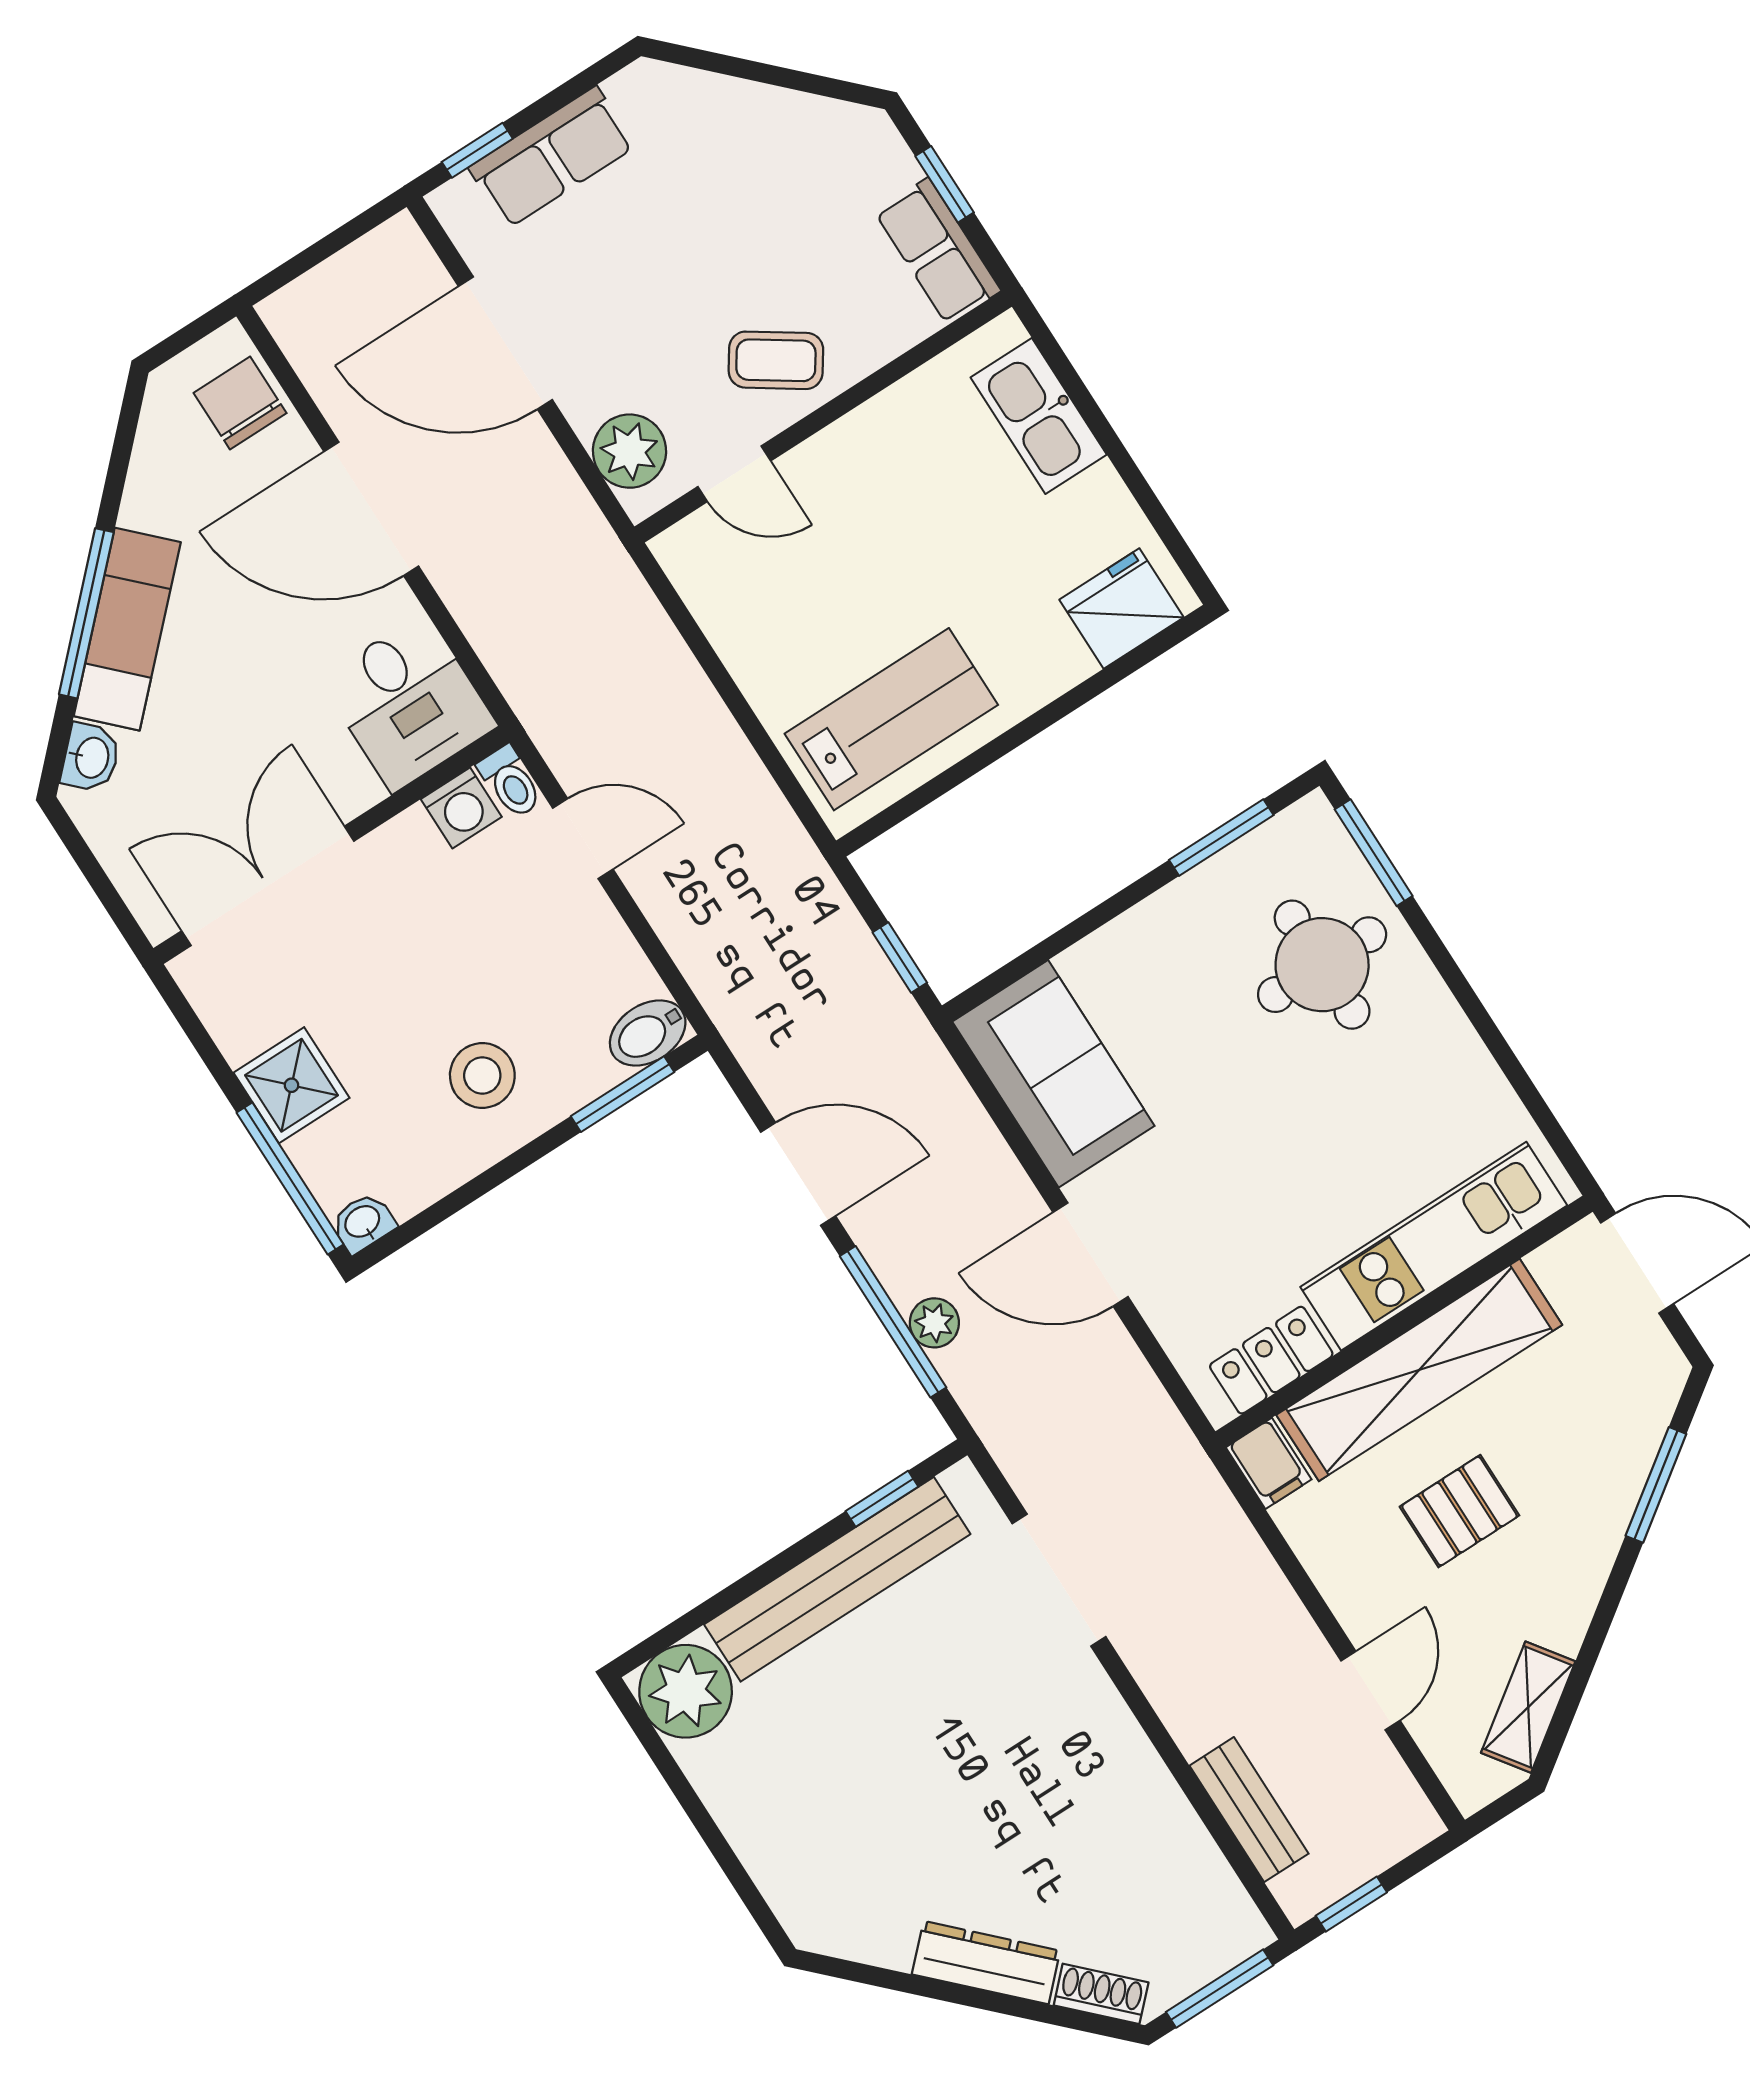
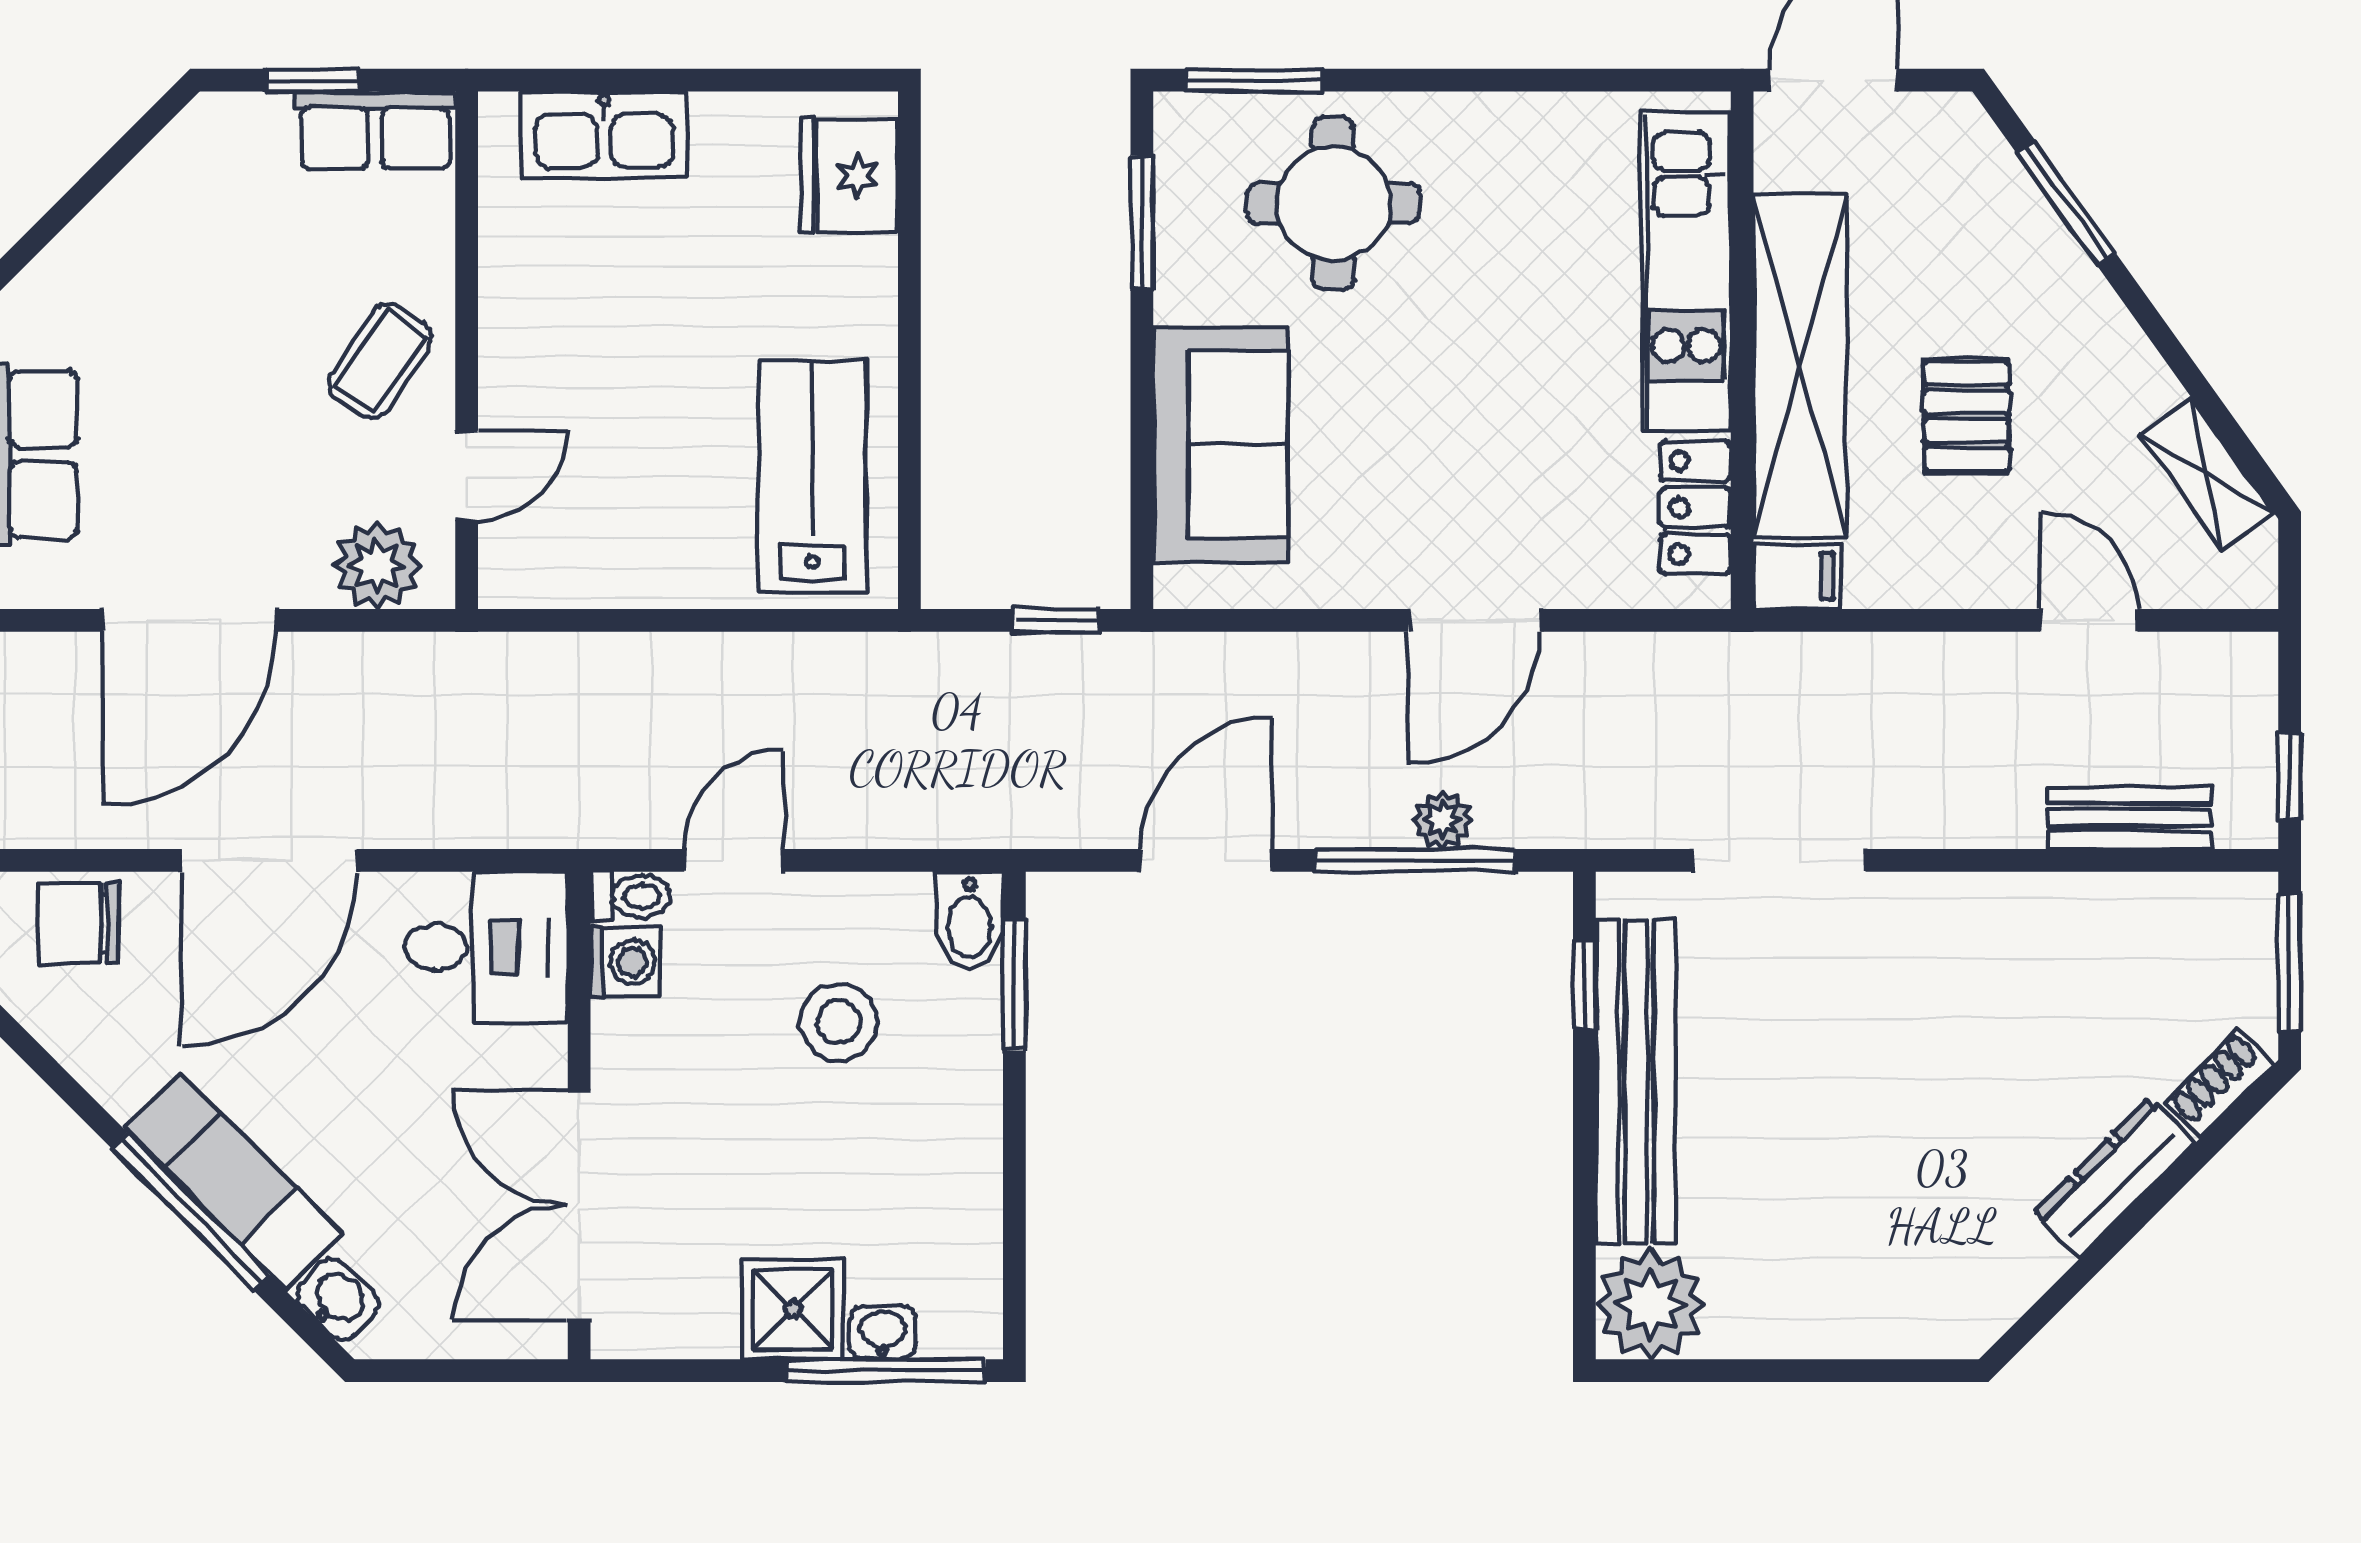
sofa: (1053, 1074) -> (1221, 445), moved, turned 90
stool: (482, 1075) -> (838, 1022), moved
washbasin: (363, 1223) -> (883, 1332), moved, turned 90

